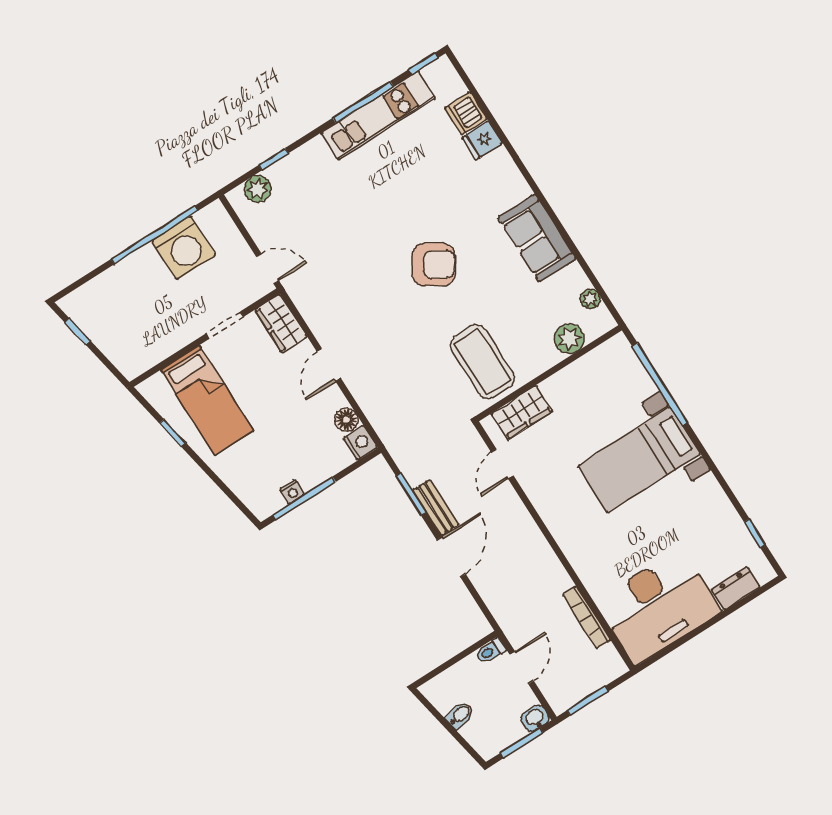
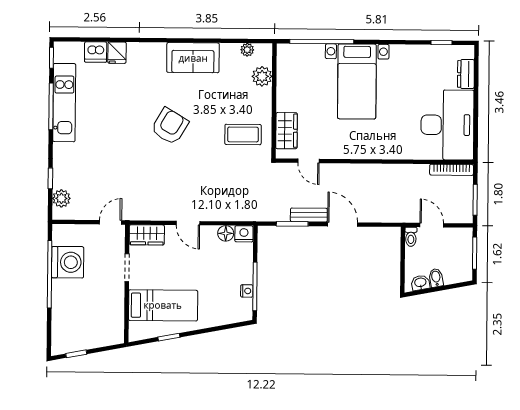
coffee table: (482, 362) -> (243, 134), width x0.73, depth x0.76
bookcase: (587, 617) -> (452, 170), moved
washbasin: (535, 718) -> (420, 283), moved, turned 79

